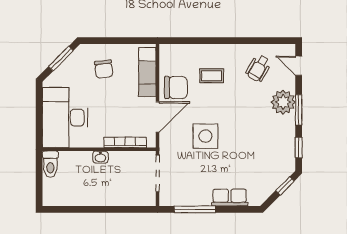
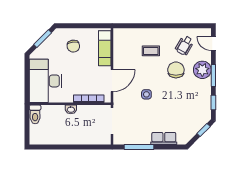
chair: (176, 88) -> (176, 70), moved, turned -90
side table: (205, 136) -> (146, 94), width x0.54, depth x0.54

